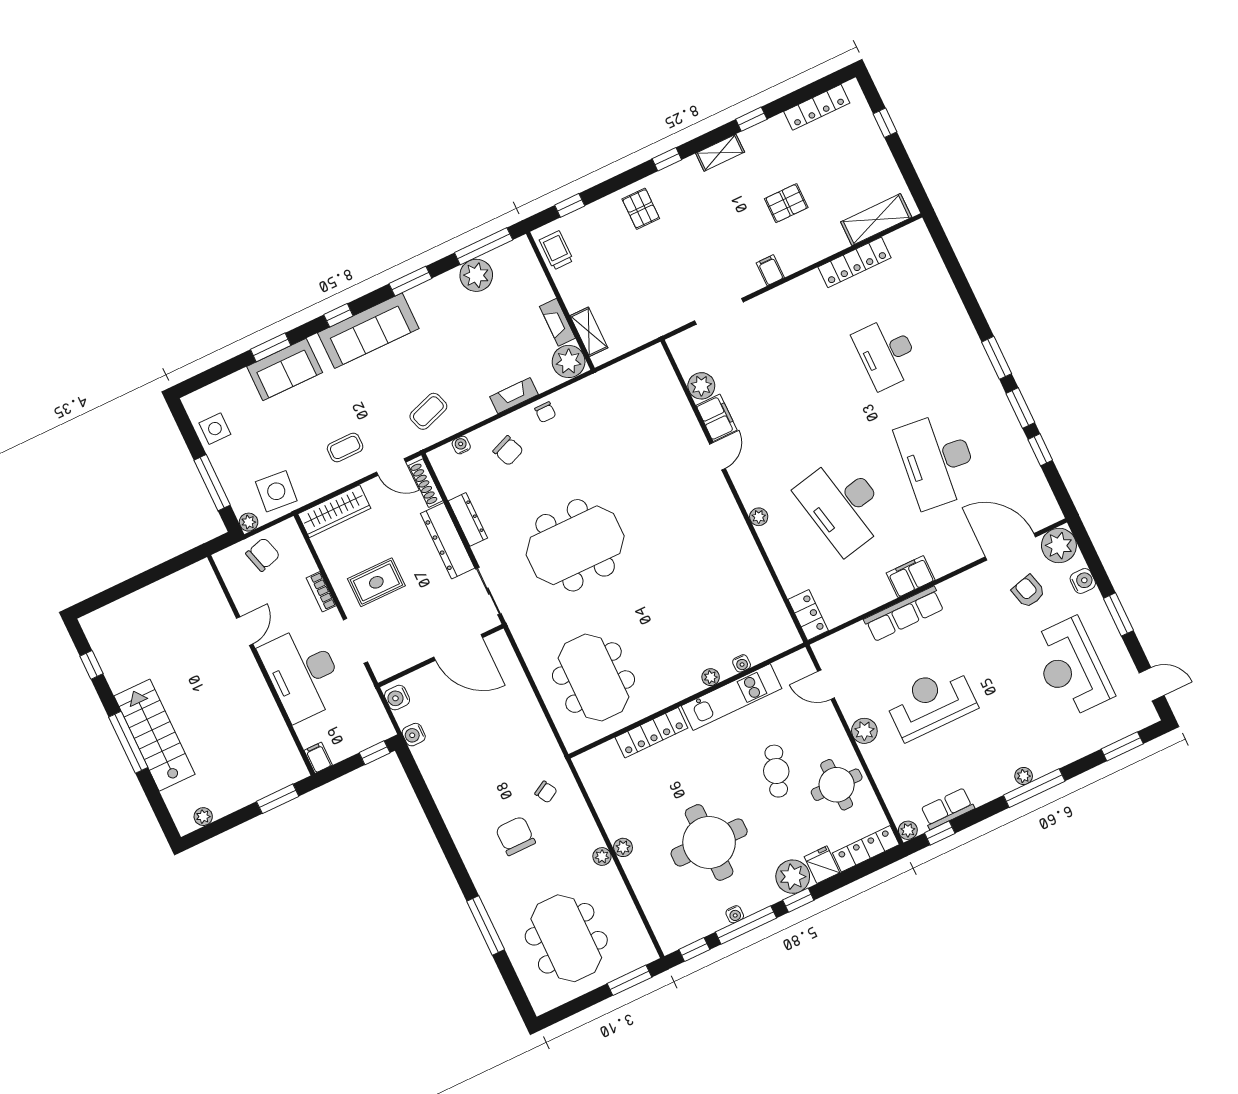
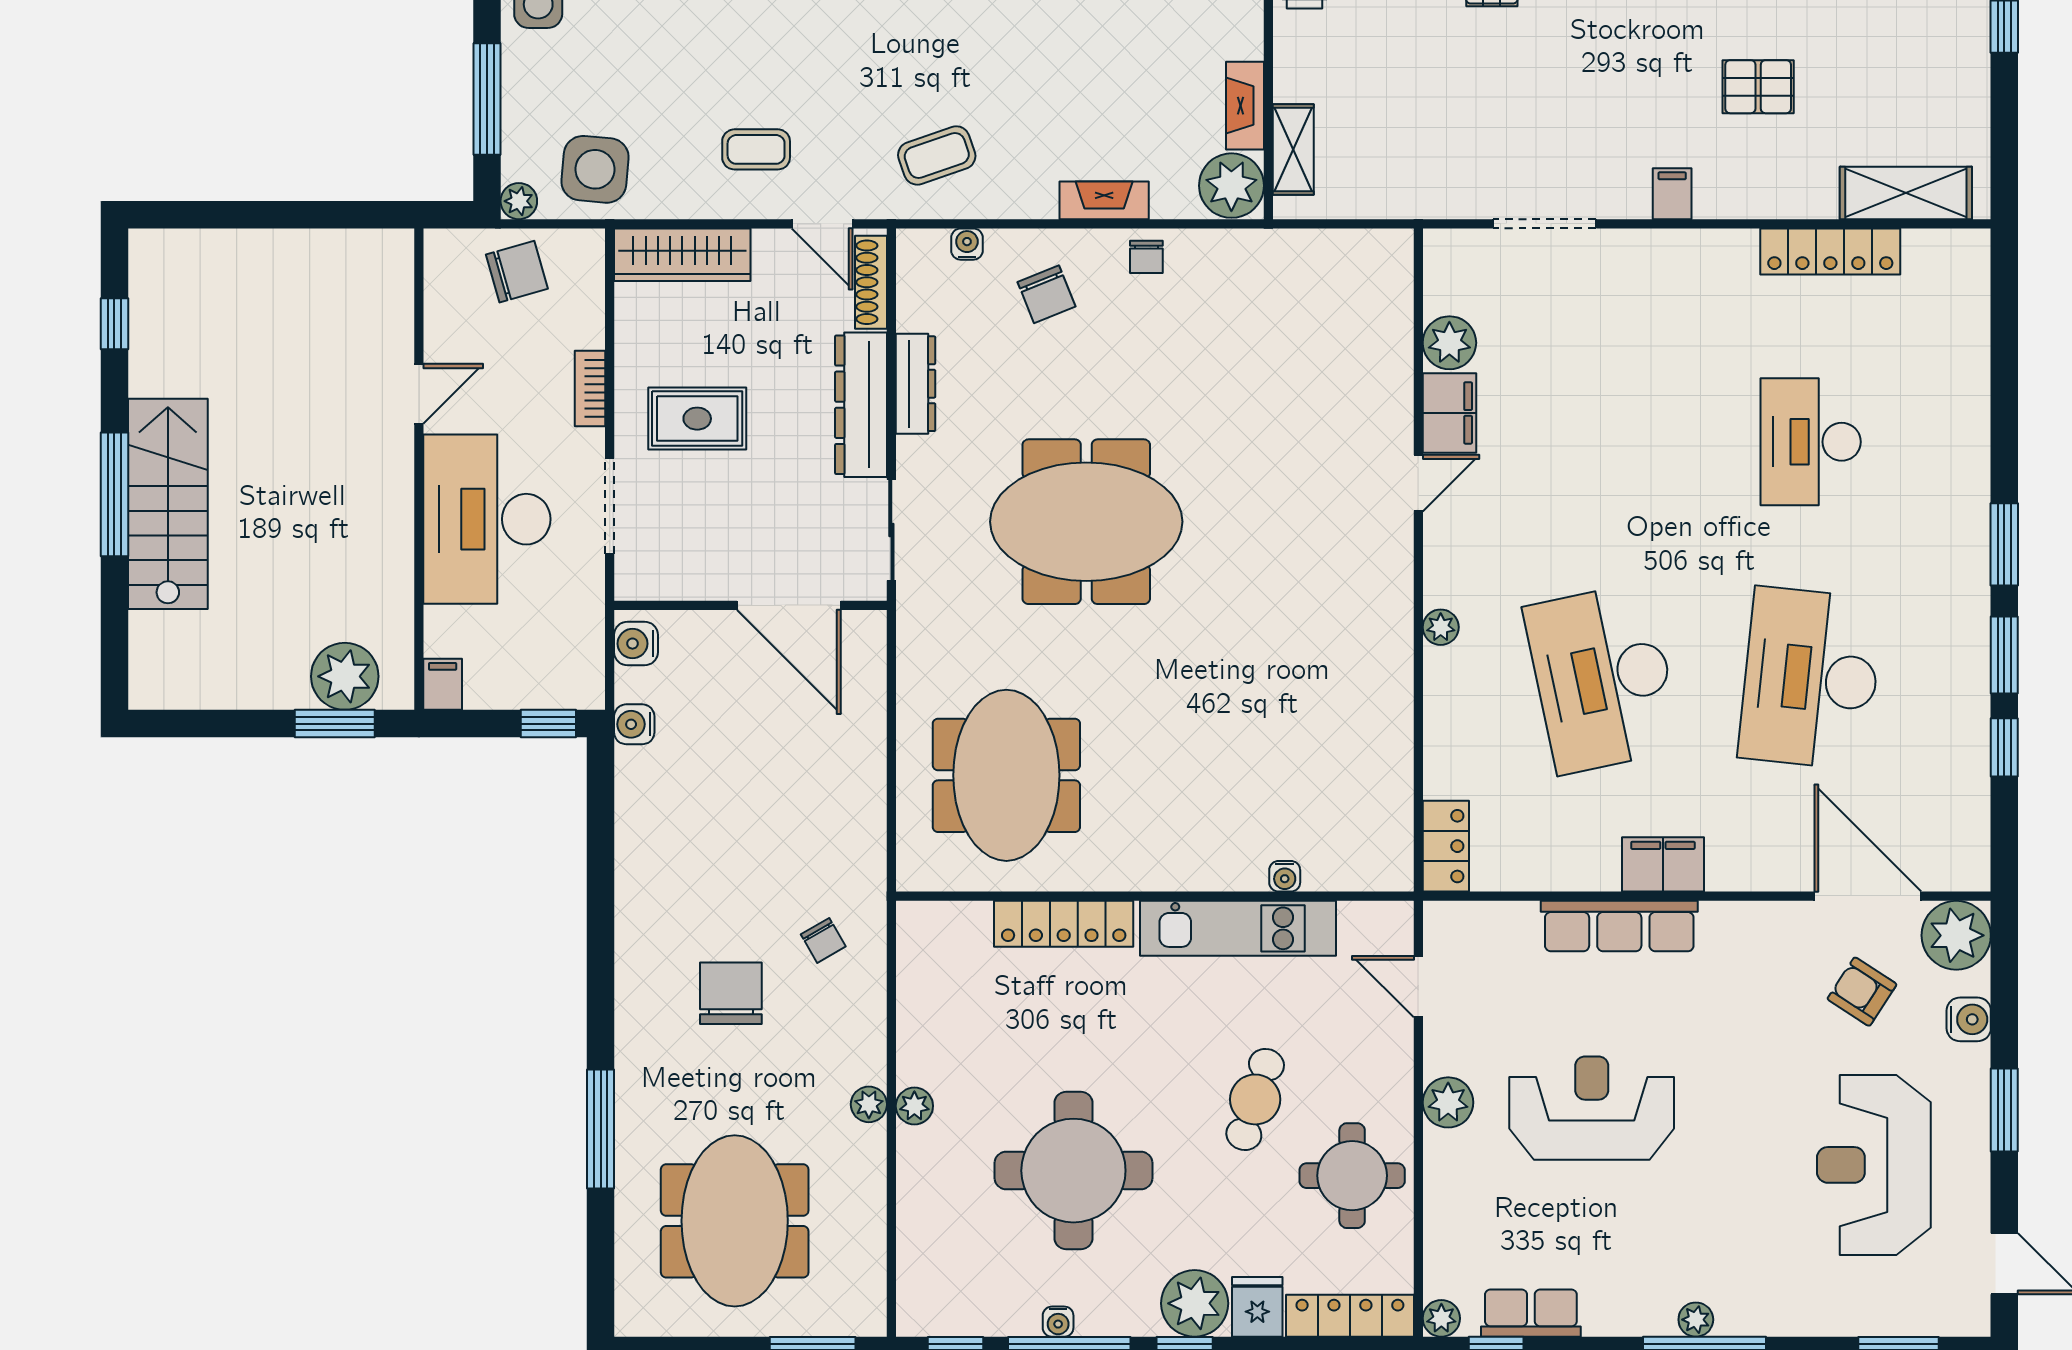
armchair: (1028, 591) -> (1862, 992), turned -42
plant: (711, 677) -> (1217, 875), removed
plant: (203, 817) -> (345, 676), moved, width x1.87, depth x1.87

